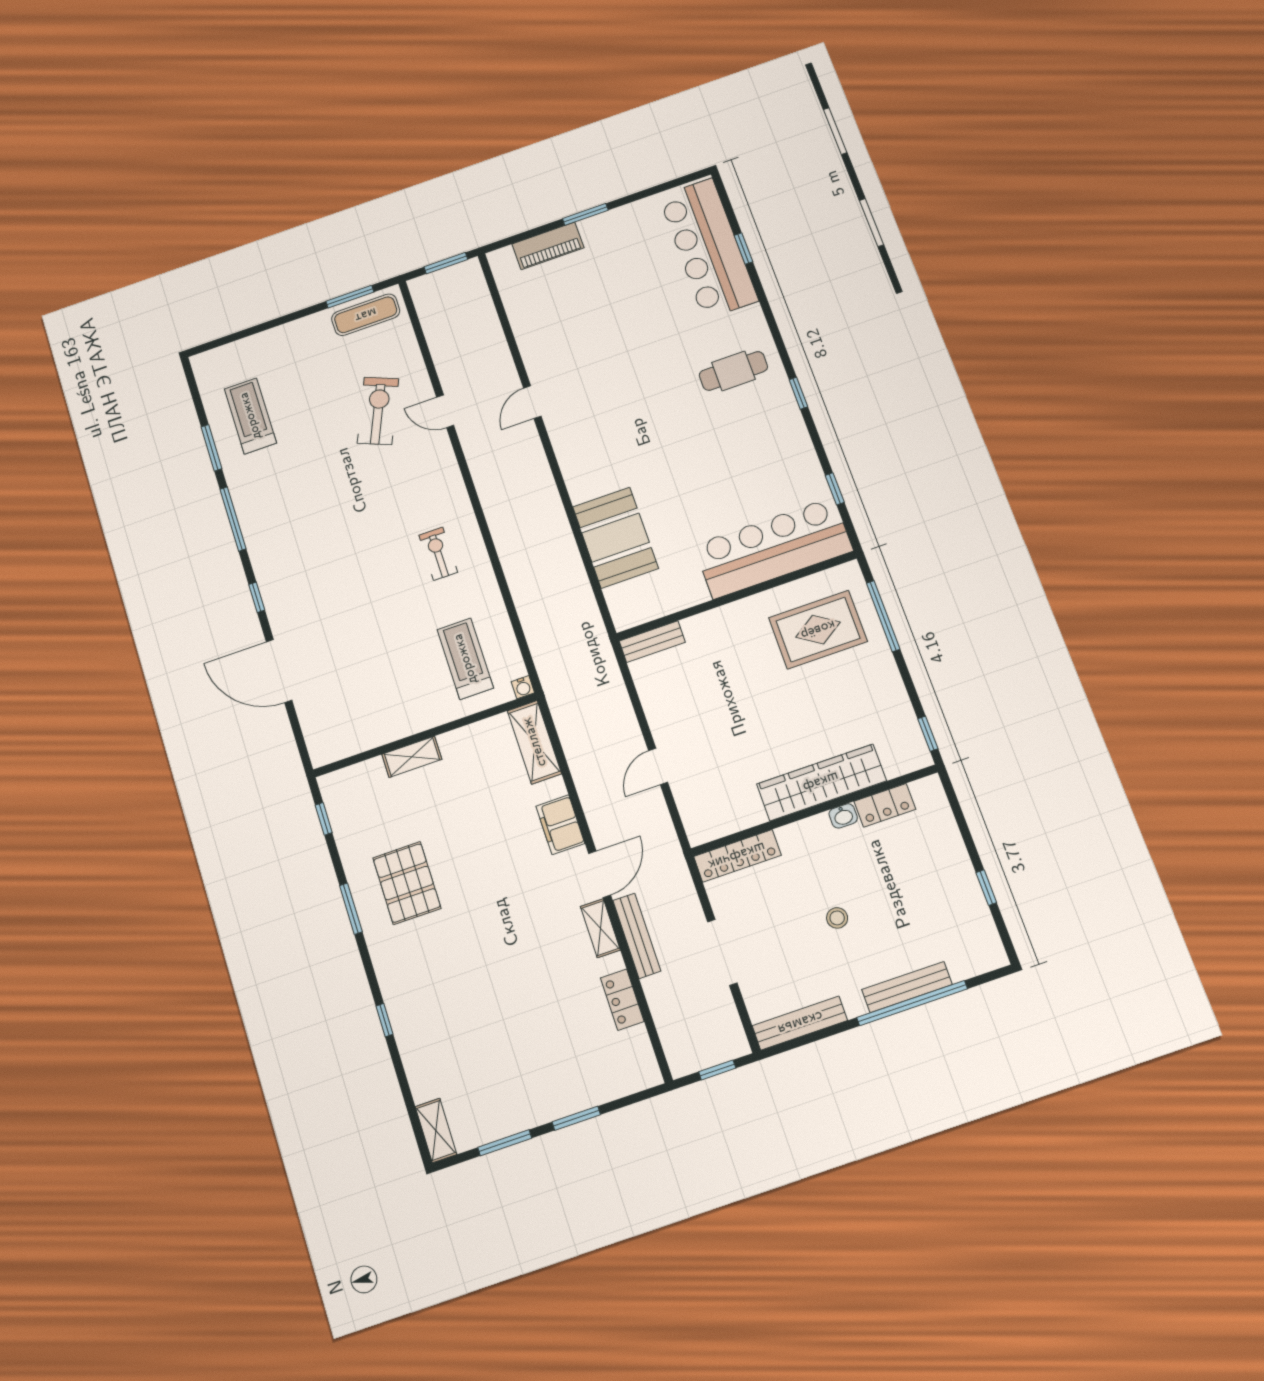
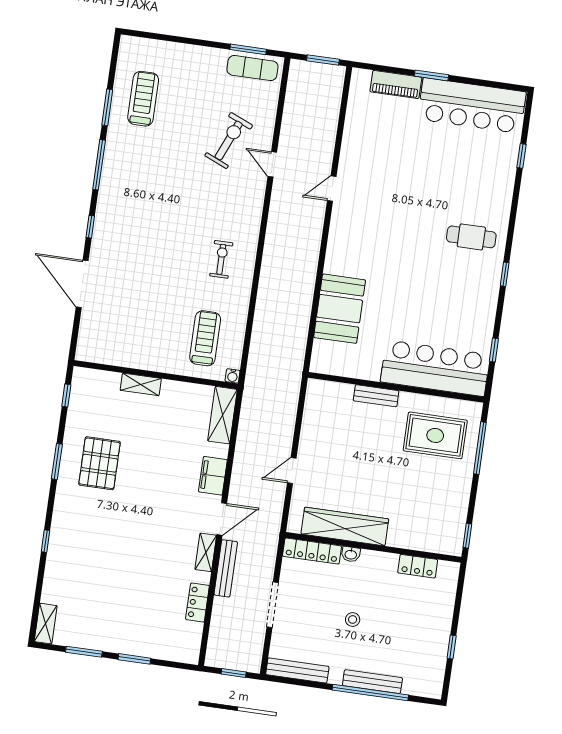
bar counter: (708, 248) -> (472, 106), moved, turned -90
bench: (652, 642) -> (376, 396), moved
wardrobe: (821, 782) -> (345, 526), moved
washbasin: (843, 816) -> (351, 554), moved

